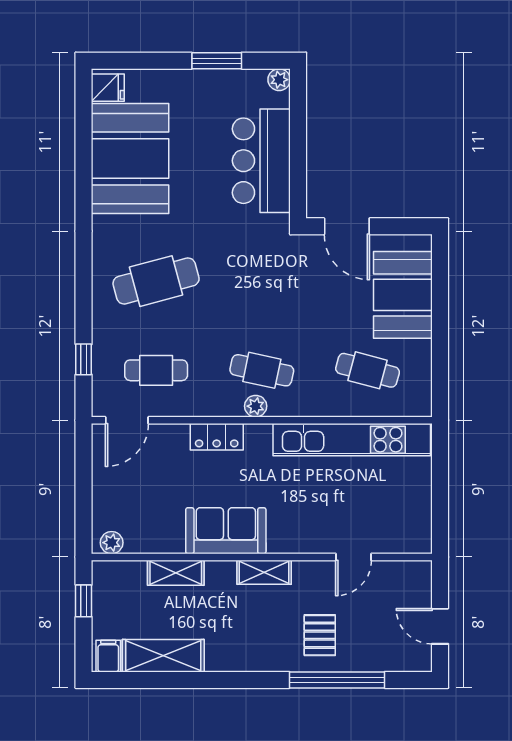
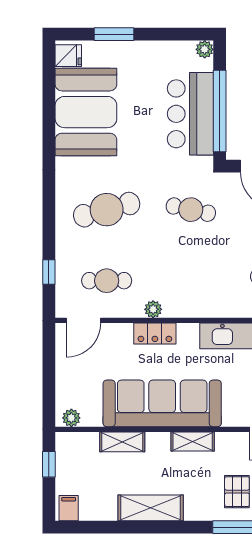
window: (217, 61) -> (114, 34), moved
window: (298, 157) -> (220, 111), added
cafe table: (262, 370) -> (191, 210), moved
plant: (256, 406) -> (153, 309), moved
sofa: (226, 531) -> (162, 403), width x1.85, depth x1.27
shelving: (163, 656) -> (151, 508), moved

